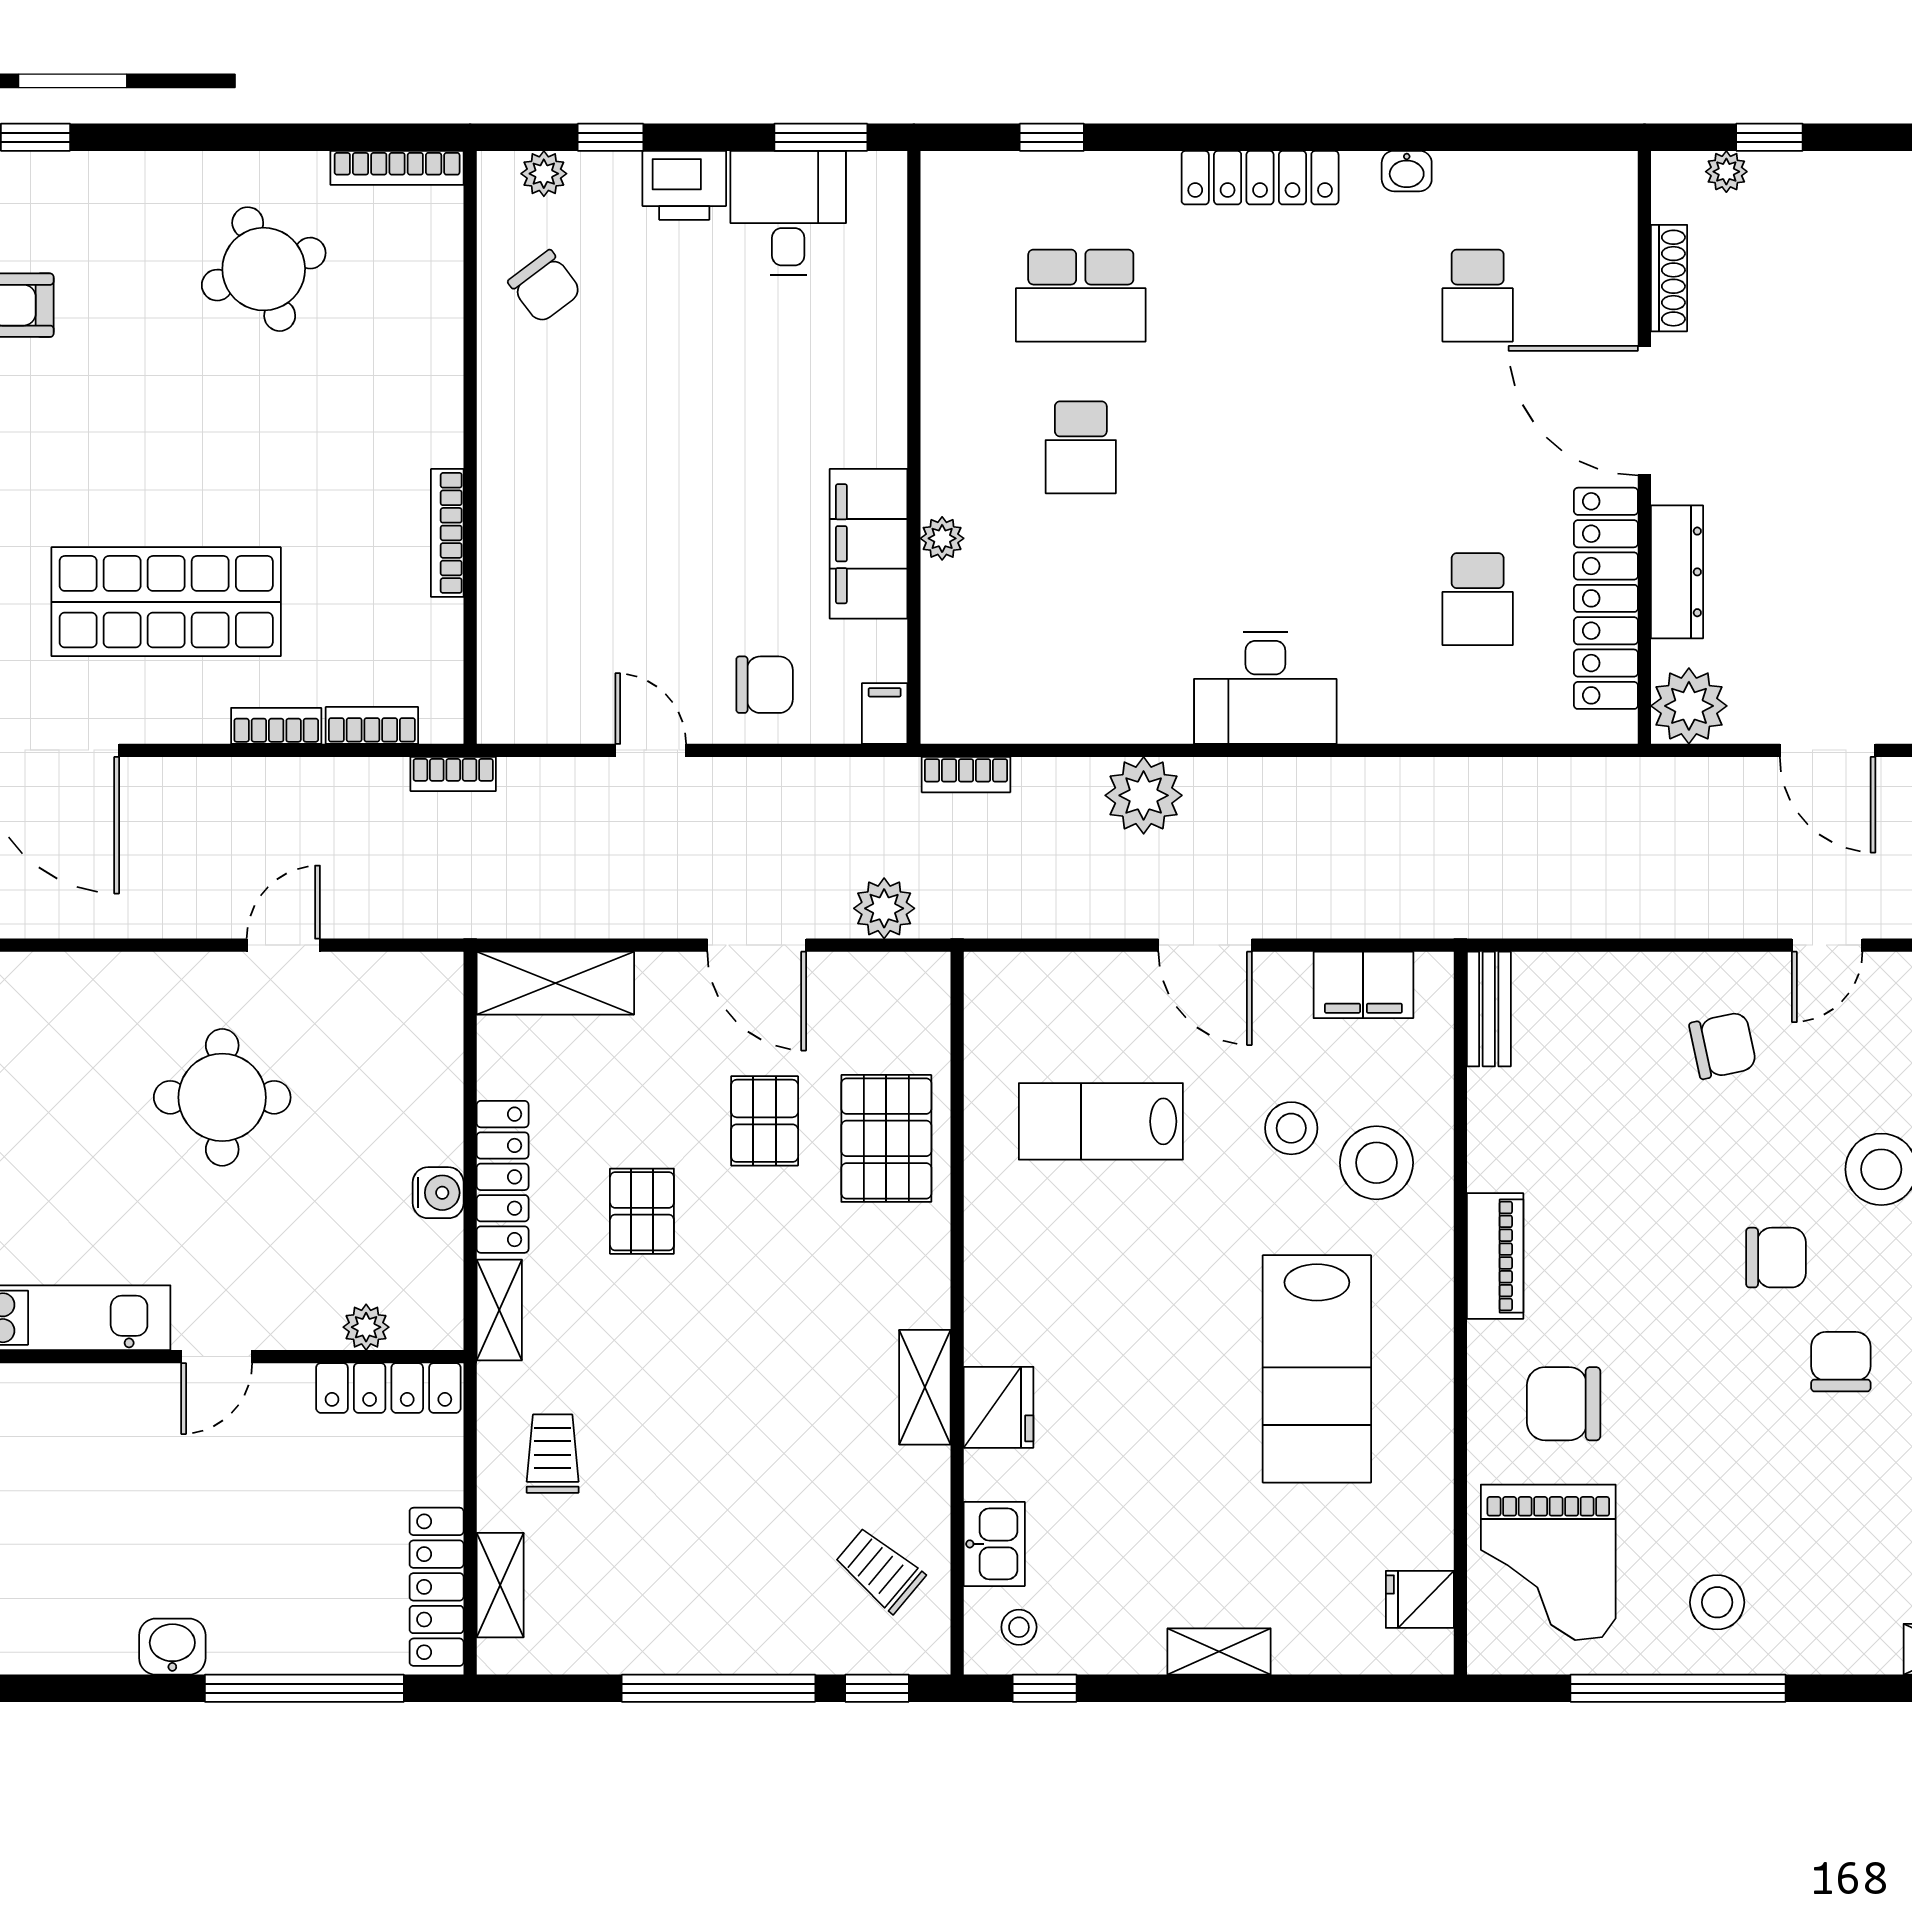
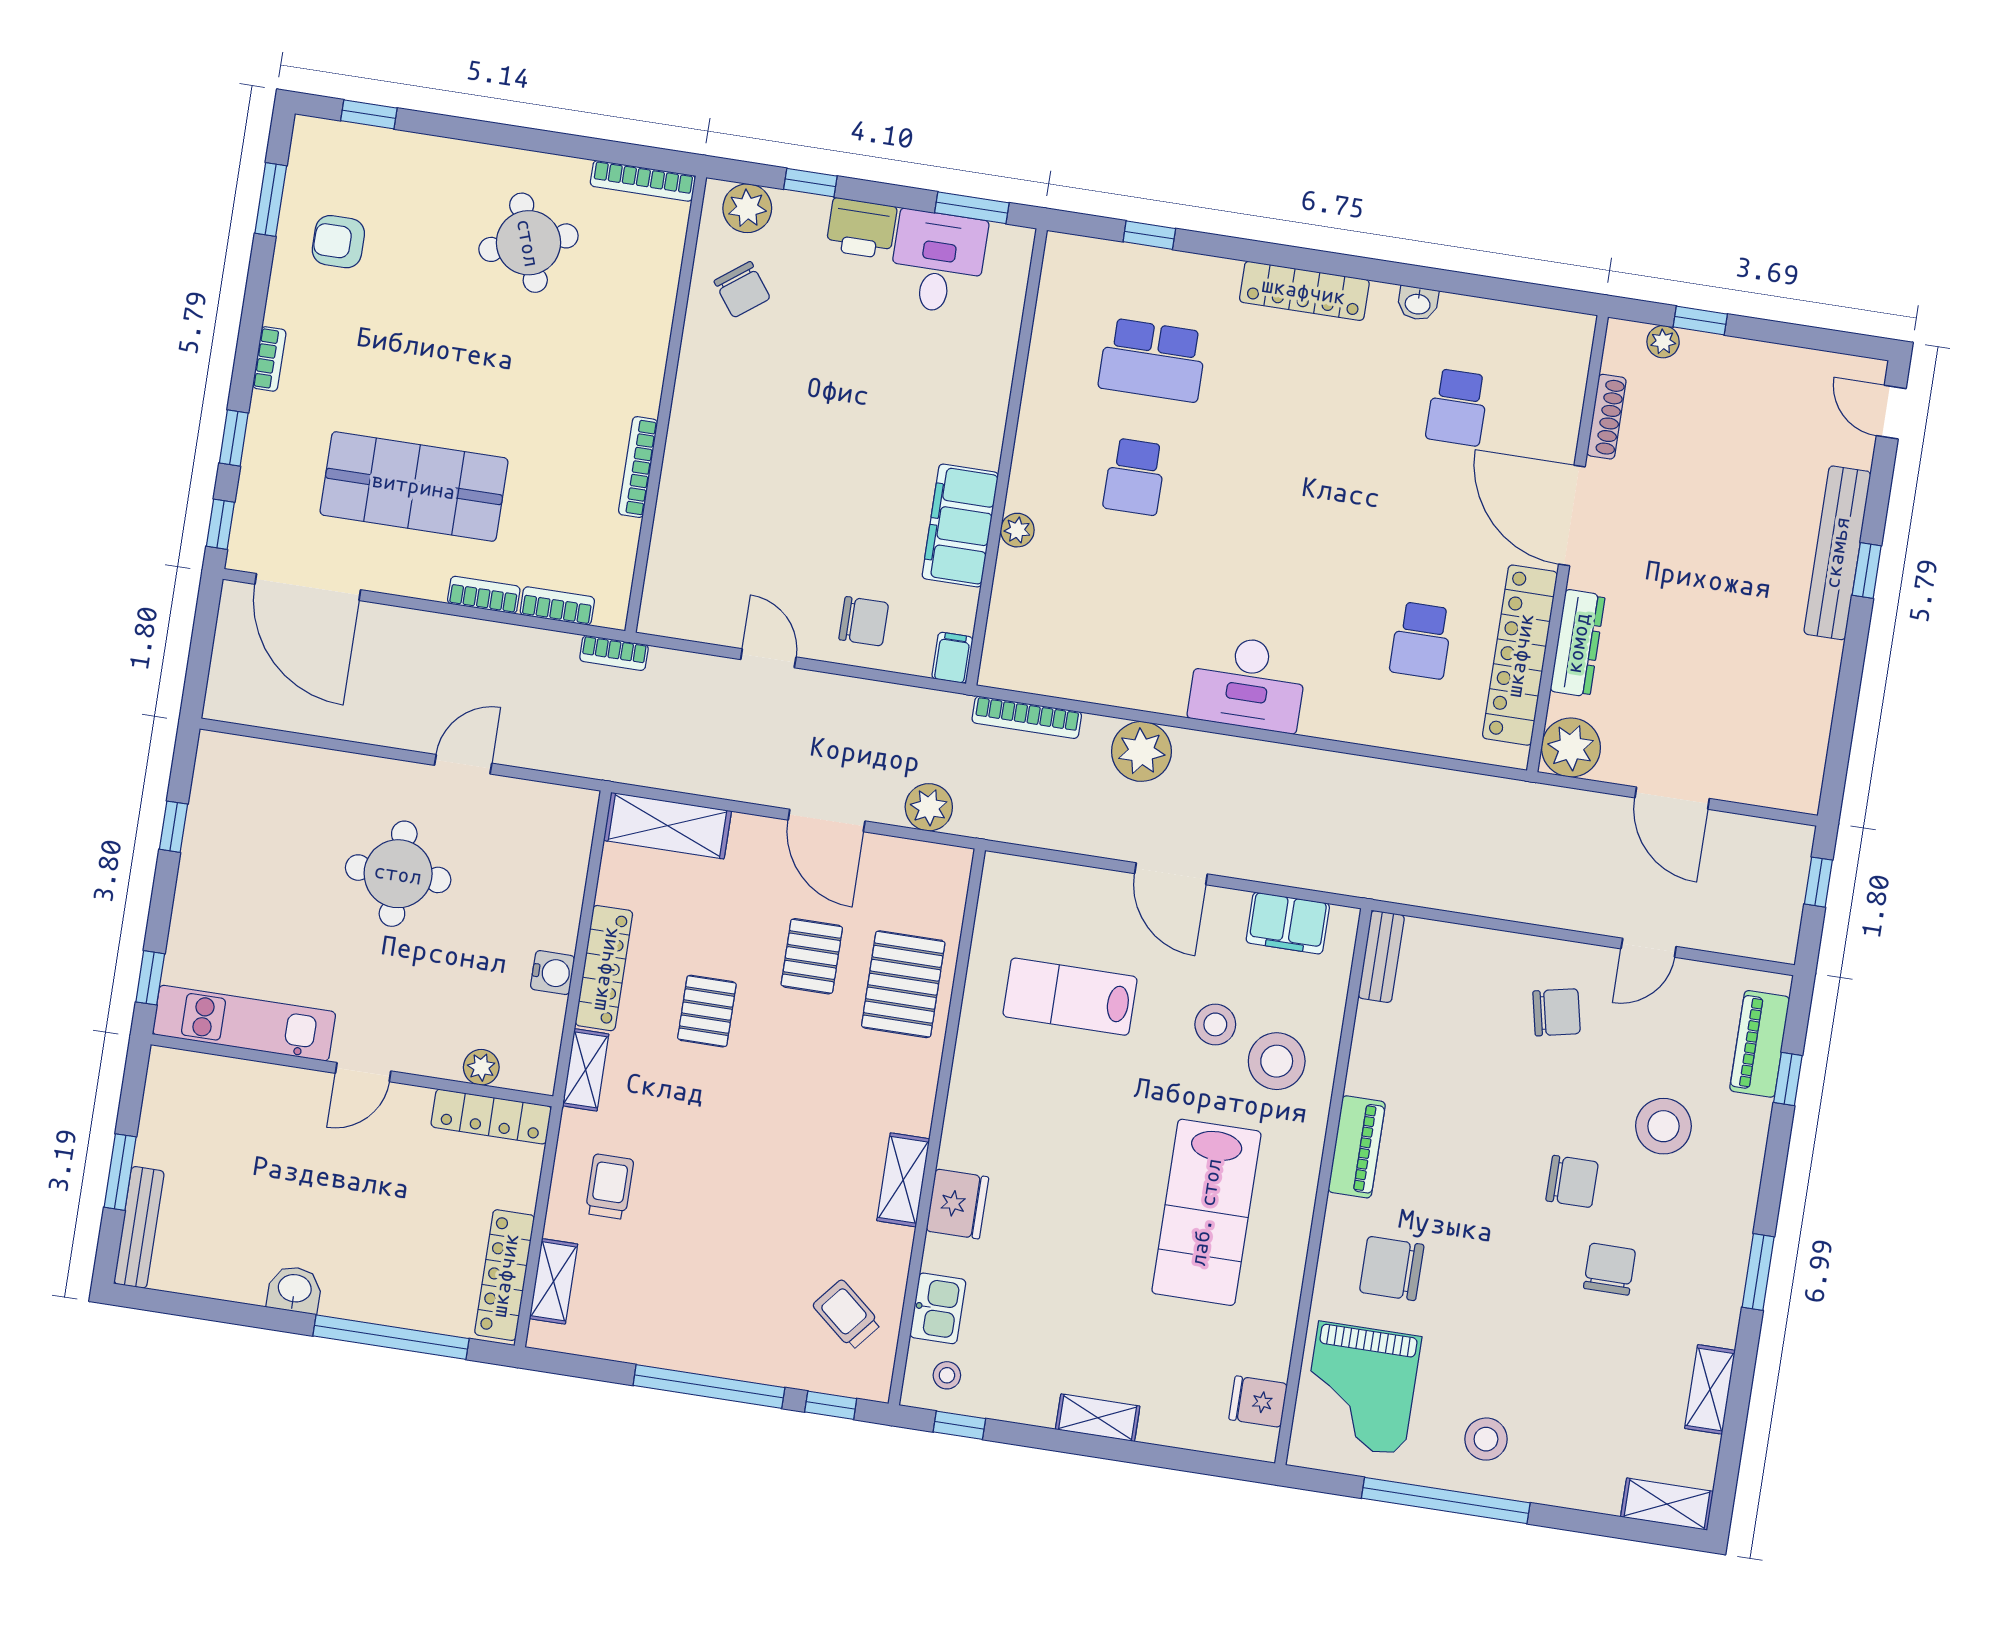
plant: (544, 174) -> (747, 208), width x1.38, depth x1.38
bookcase: (966, 775) -> (1027, 717), width x1.56

